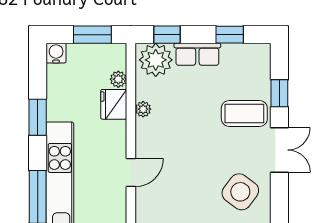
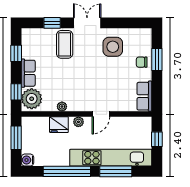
plant: (118, 79) -> (78, 122), moved
window: (38, 117) -> (67, 171), width x2.11
door: (131, 172) -> (101, 114), swing flipped
side table: (240, 192) -> (113, 47), turned -37

